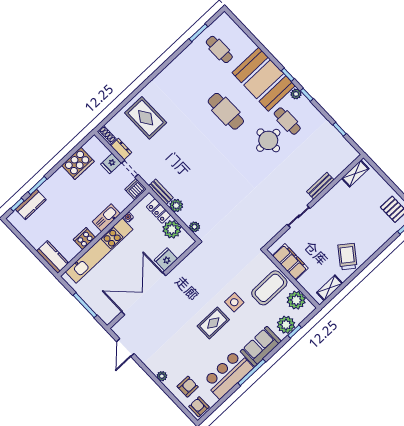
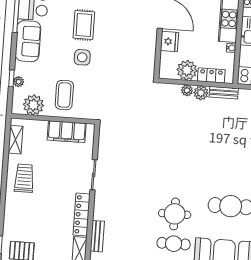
bench: (320, 186) -> (97, 236), moved
locker: (331, 197) -> (82, 215), added
plant: (195, 227) -> (187, 90), moved
trolley: (347, 257) -> (24, 178), turned -127
coffee table: (269, 288) -> (64, 95), width x0.73, depth x0.76
plant: (286, 325) -> (19, 82), width x0.53, depth x0.53

